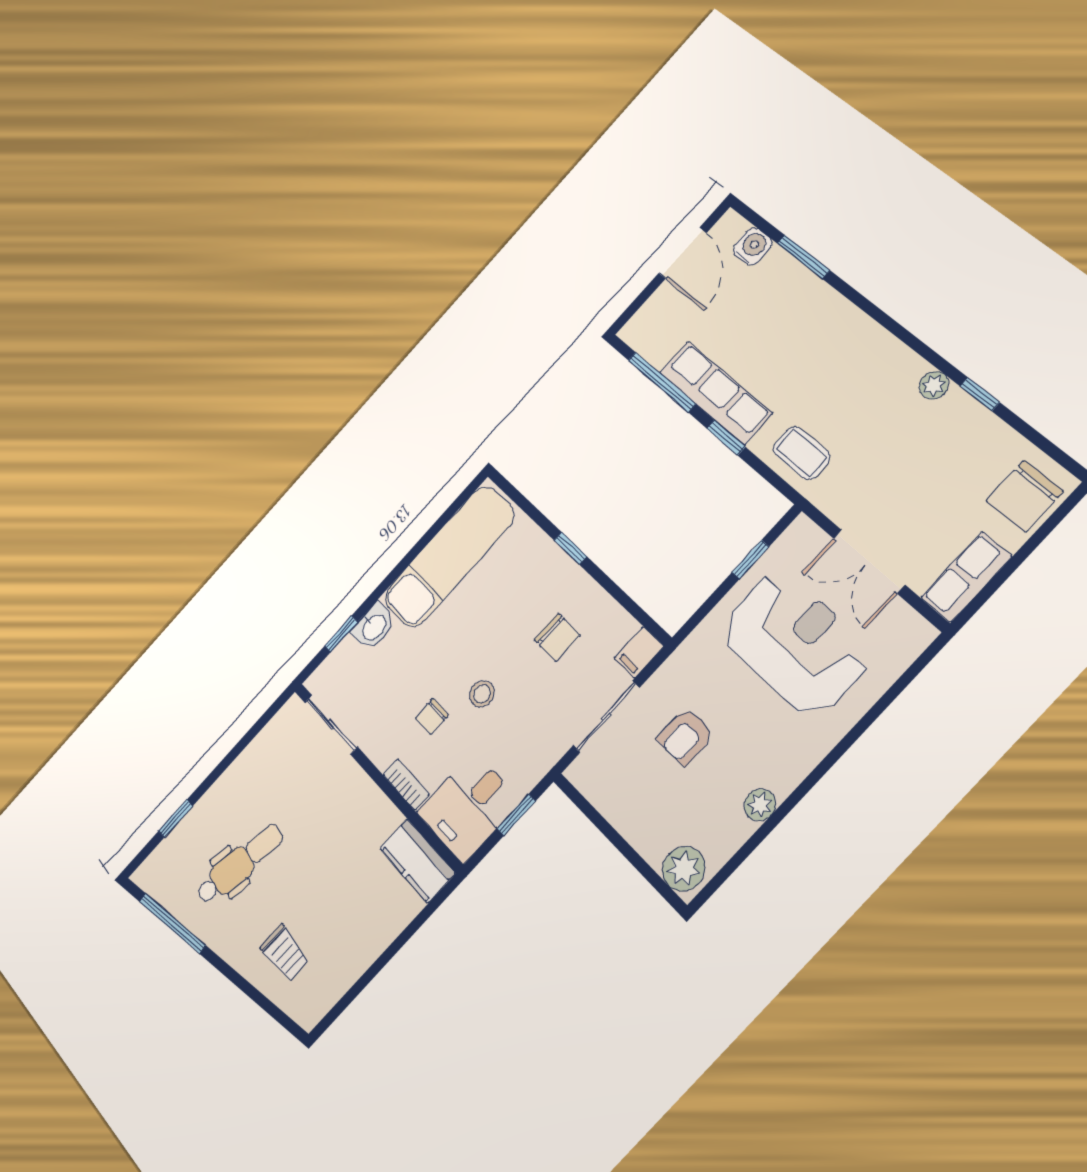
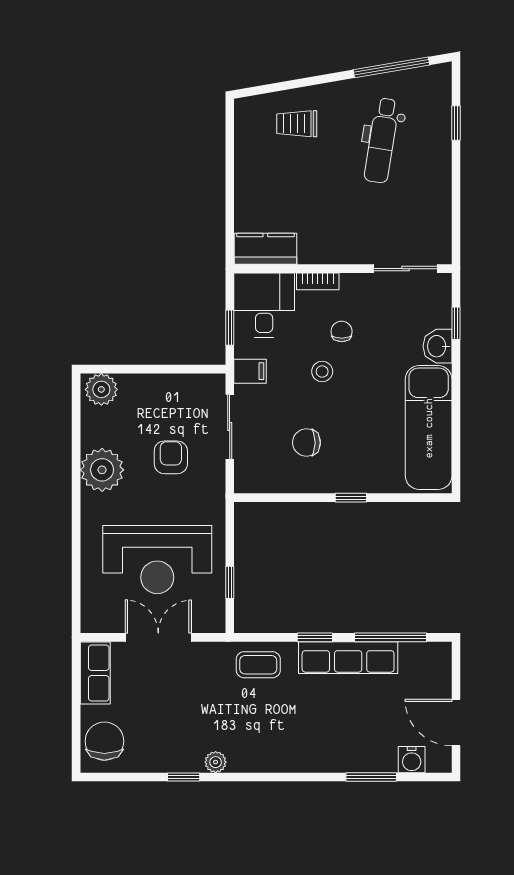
filing cabinet: (639, 652) -> (250, 371), moved, turned 90
plant: (760, 805) -> (102, 470), width x1.87, depth x1.87

